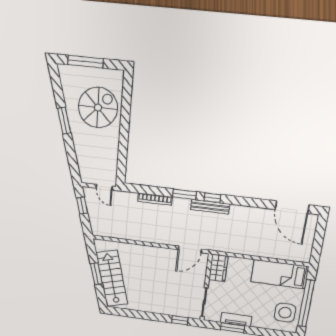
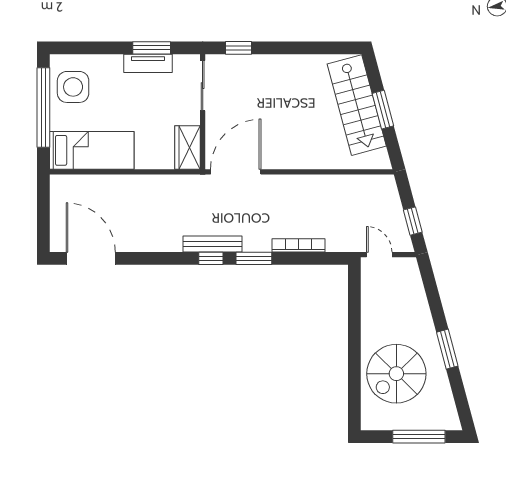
door: (190, 249) -> (236, 172), width x1.36

